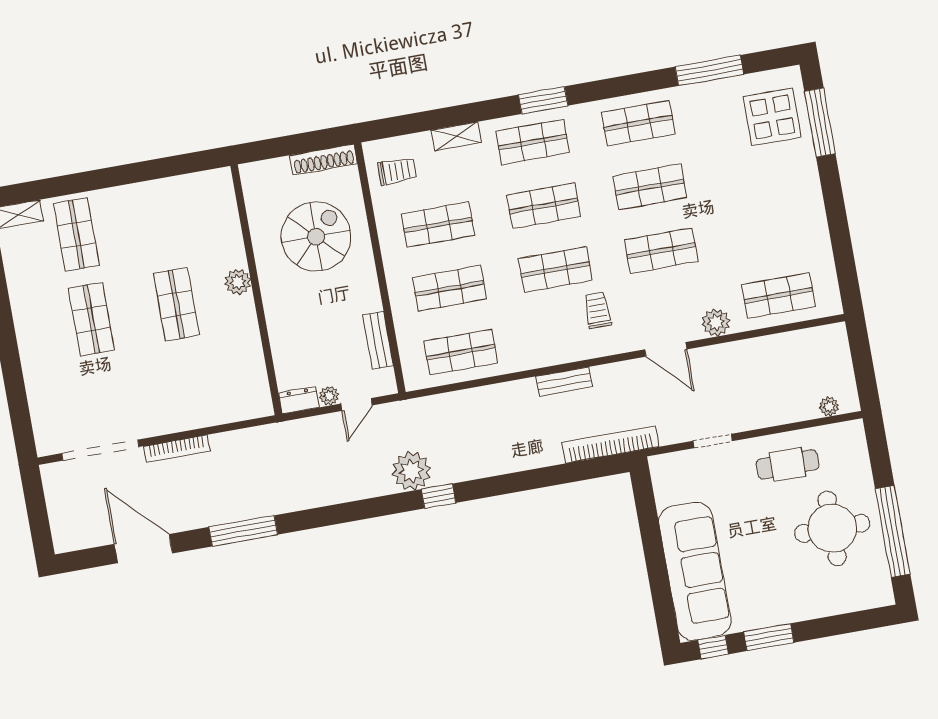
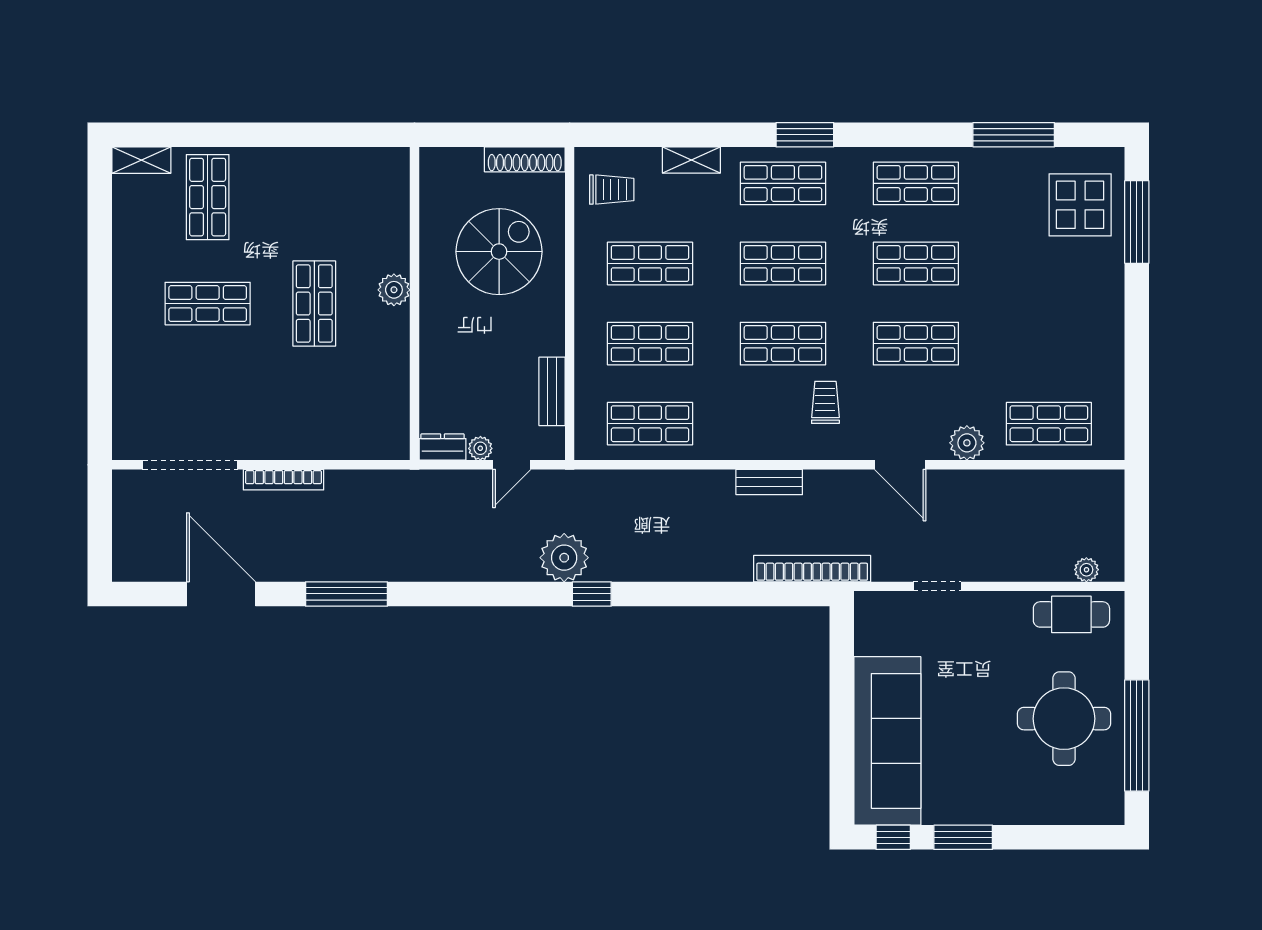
shop shelf: (91, 319) -> (208, 304), turned 90
cafe table: (788, 464) -> (1071, 614), moved

